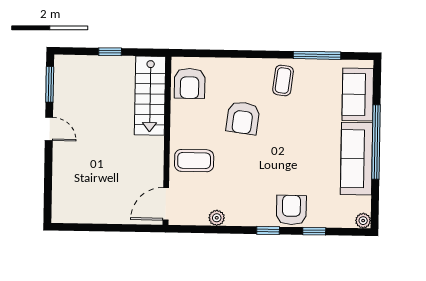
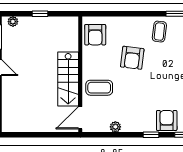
plant: (70, 62) -> (13, 22), added
stairs: (150, 96) -> (68, 79), moved

